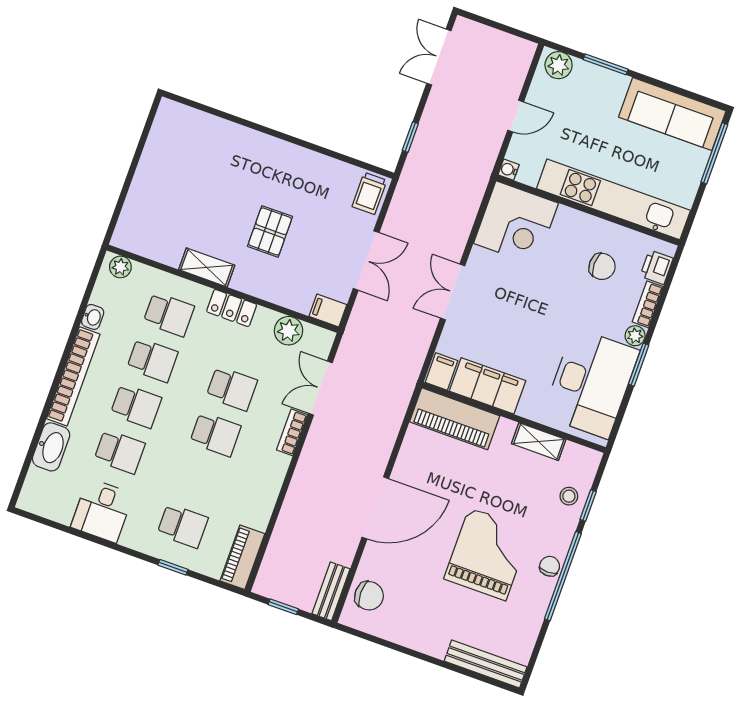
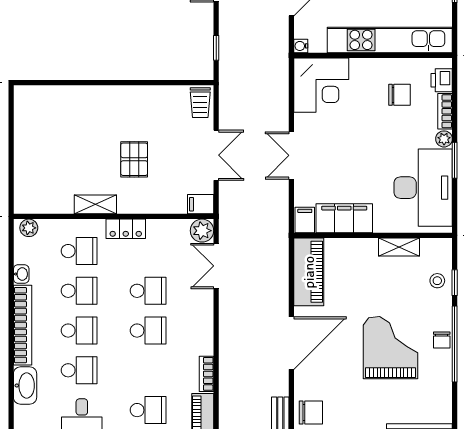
plant: (288, 331) -> (202, 231), moved
piano: (455, 419) -> (309, 272), moved, turned -90
bookcase: (292, 432) -> (206, 374), moved
chair: (550, 566) -> (442, 340), turned 180

